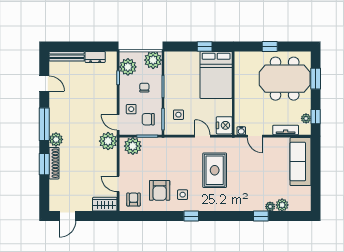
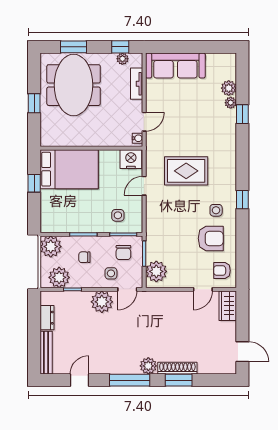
plant: (108, 141) -> (102, 302), moved

